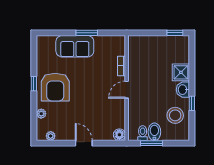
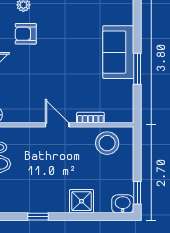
armchair: (55, 87) -> (26, 34), moved, width x0.53, depth x0.53
washbasin: (183, 90) -> (123, 204), moved
stool: (175, 115) -> (107, 143), moved

